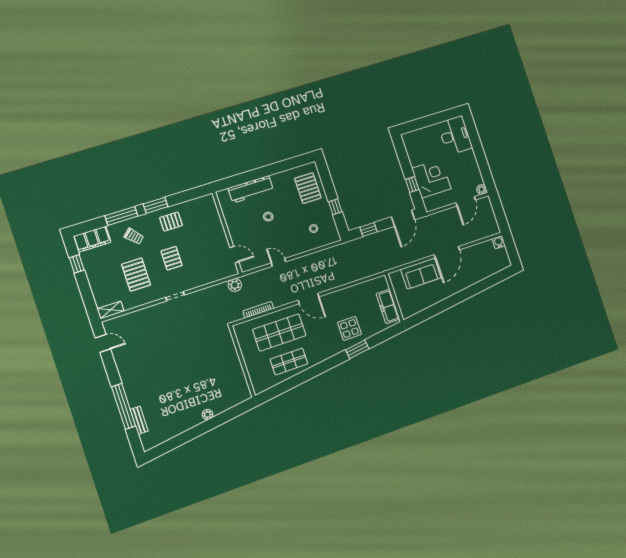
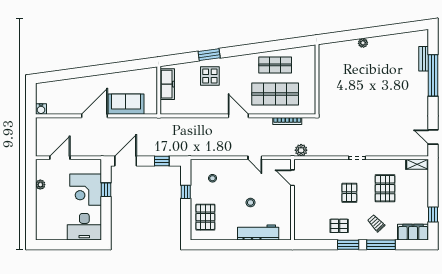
desk: (455, 135) -> (84, 227), moved, turned -90
plant: (482, 189) -> (40, 185), moved

